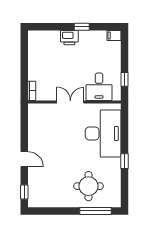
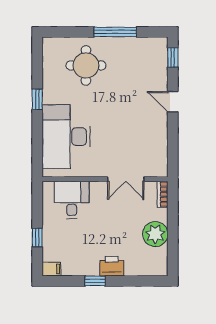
plant: (37, 61) -> (155, 234), added
window: (125, 79) -> (37, 238), moved
double door: (70, 102) -> (126, 179), moved
window: (95, 211) -> (115, 32), moved

